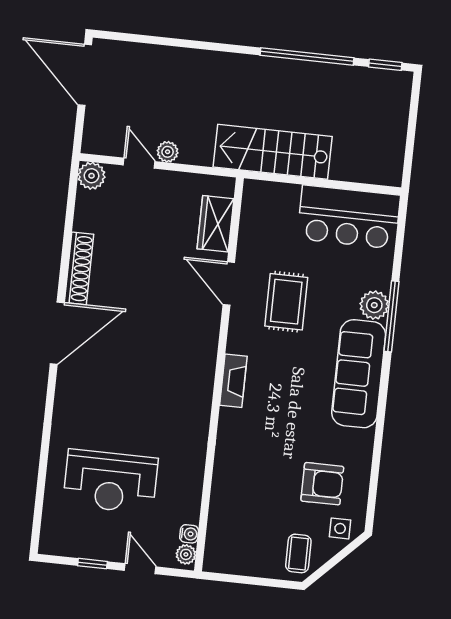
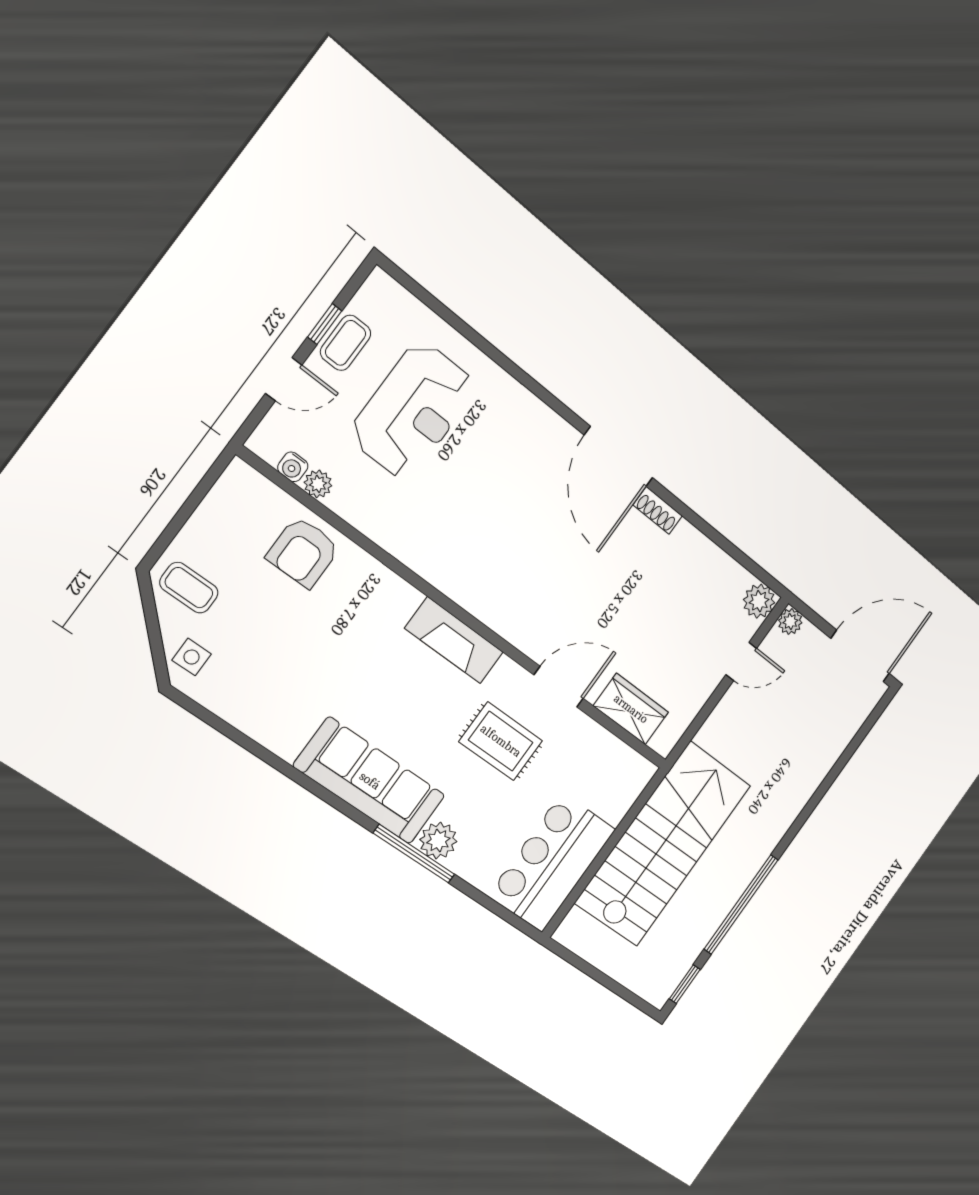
plant: (168, 152) -> (790, 622), moved
stairs: (273, 152) -> (663, 844), width x1.36, depth x1.51
shoe rack: (79, 268) -> (658, 510), width x0.51, depth x0.81
fireplace: (233, 381) -> (454, 640), width x1.37, depth x1.32
reception desk: (110, 481) -> (413, 411), turned 180
armchair: (322, 484) -> (303, 552), moved
coffee table: (96, 545) -> (346, 343), added
plant: (186, 554) -> (318, 484), moved

